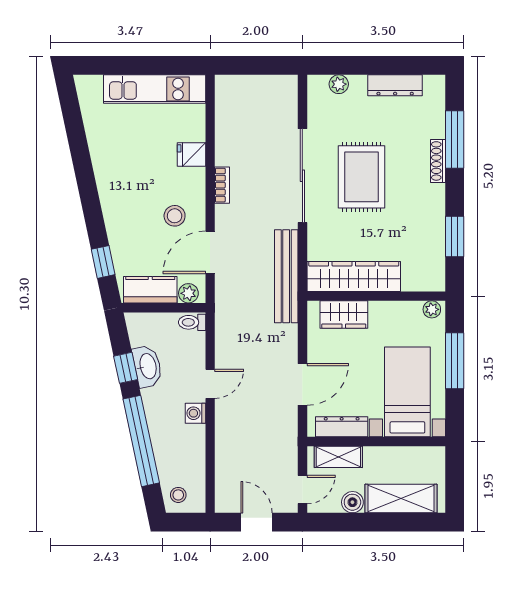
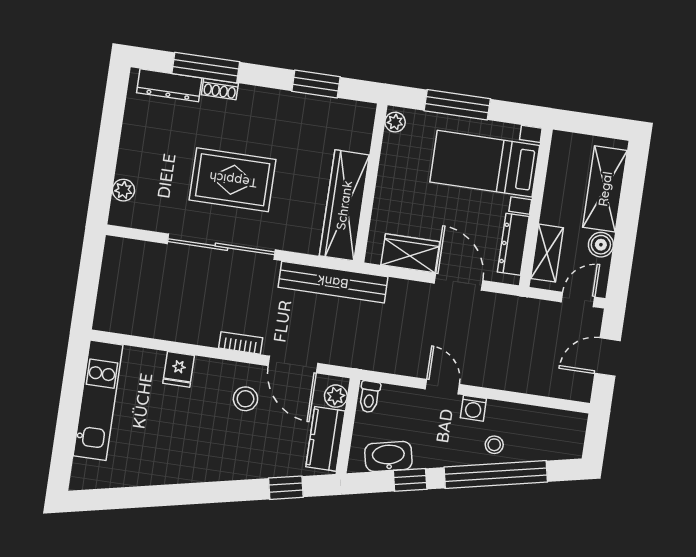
dresser: (395, 85) -> (169, 85), moved, turned 90
shoe rack: (438, 161) -> (220, 89), width x0.70
bookcase: (222, 185) -> (241, 343), moved
wardrobe: (344, 315) -> (410, 253), moved, turned -90
washbasin: (147, 366) -> (388, 456), moved
door: (302, 490) -> (578, 299), hinge flipped
stool: (178, 495) -> (494, 445), moved

